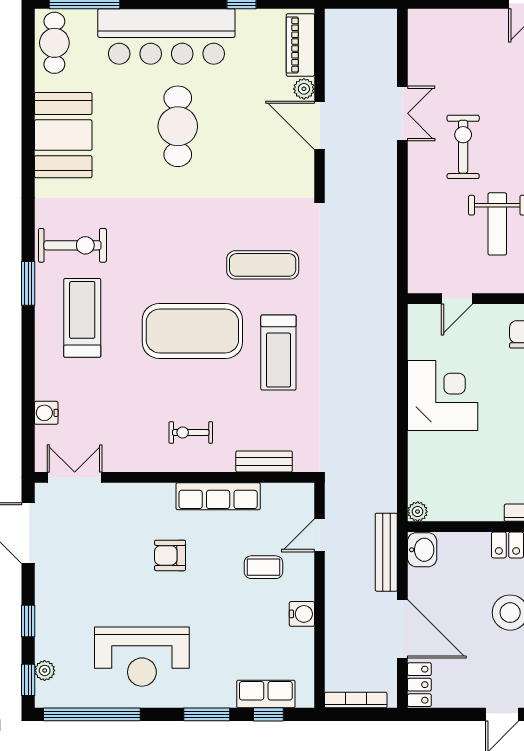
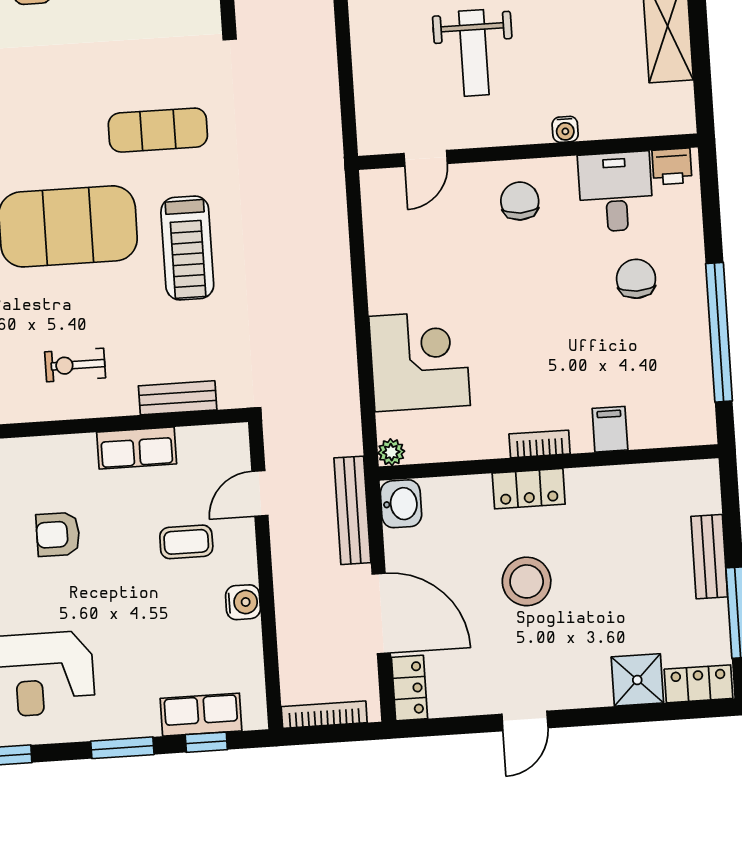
corner desk: (443, 395) -> (420, 361), moved
row of seats: (218, 496) -> (137, 448), width x0.68

